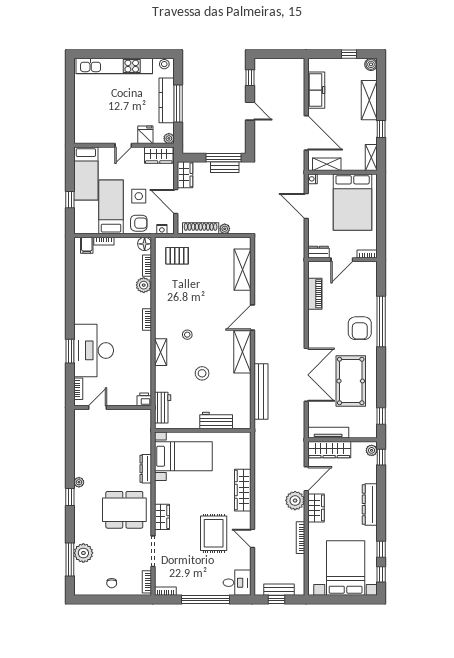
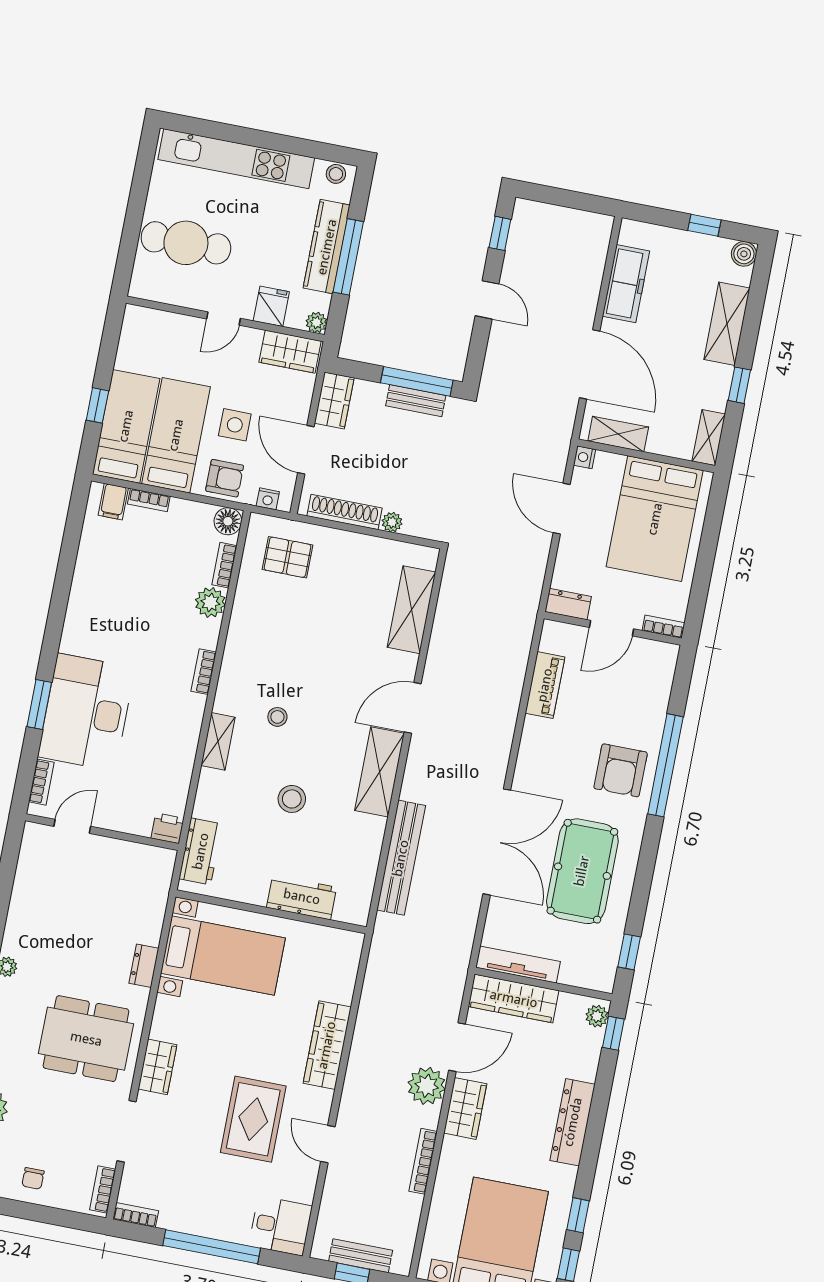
cafe table: (98, 112) -> (186, 243), added
bed: (86, 174) -> (126, 426), moved, turned 180
dresser: (146, 469) -> (144, 966), width x0.70

